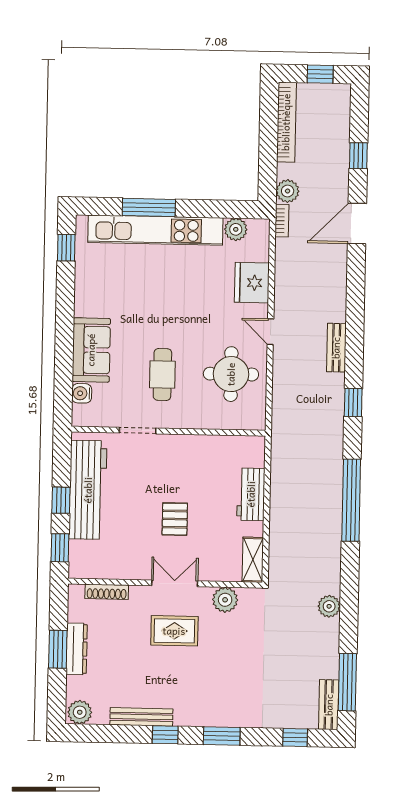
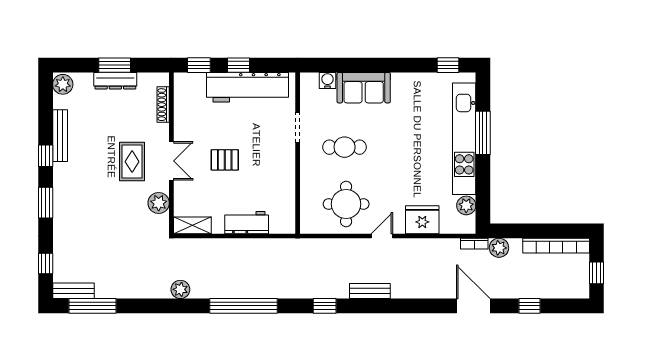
plant: (329, 606) -> (180, 289), moved

